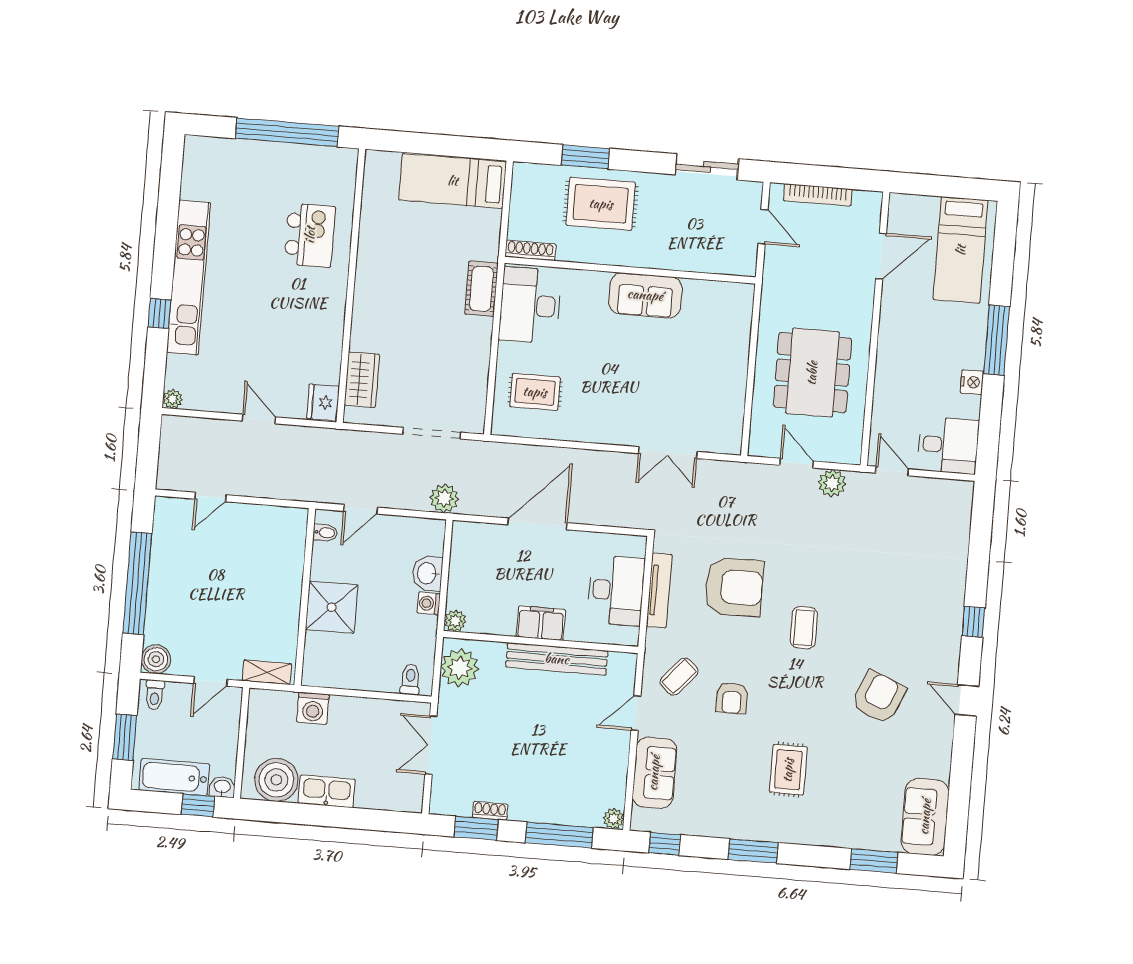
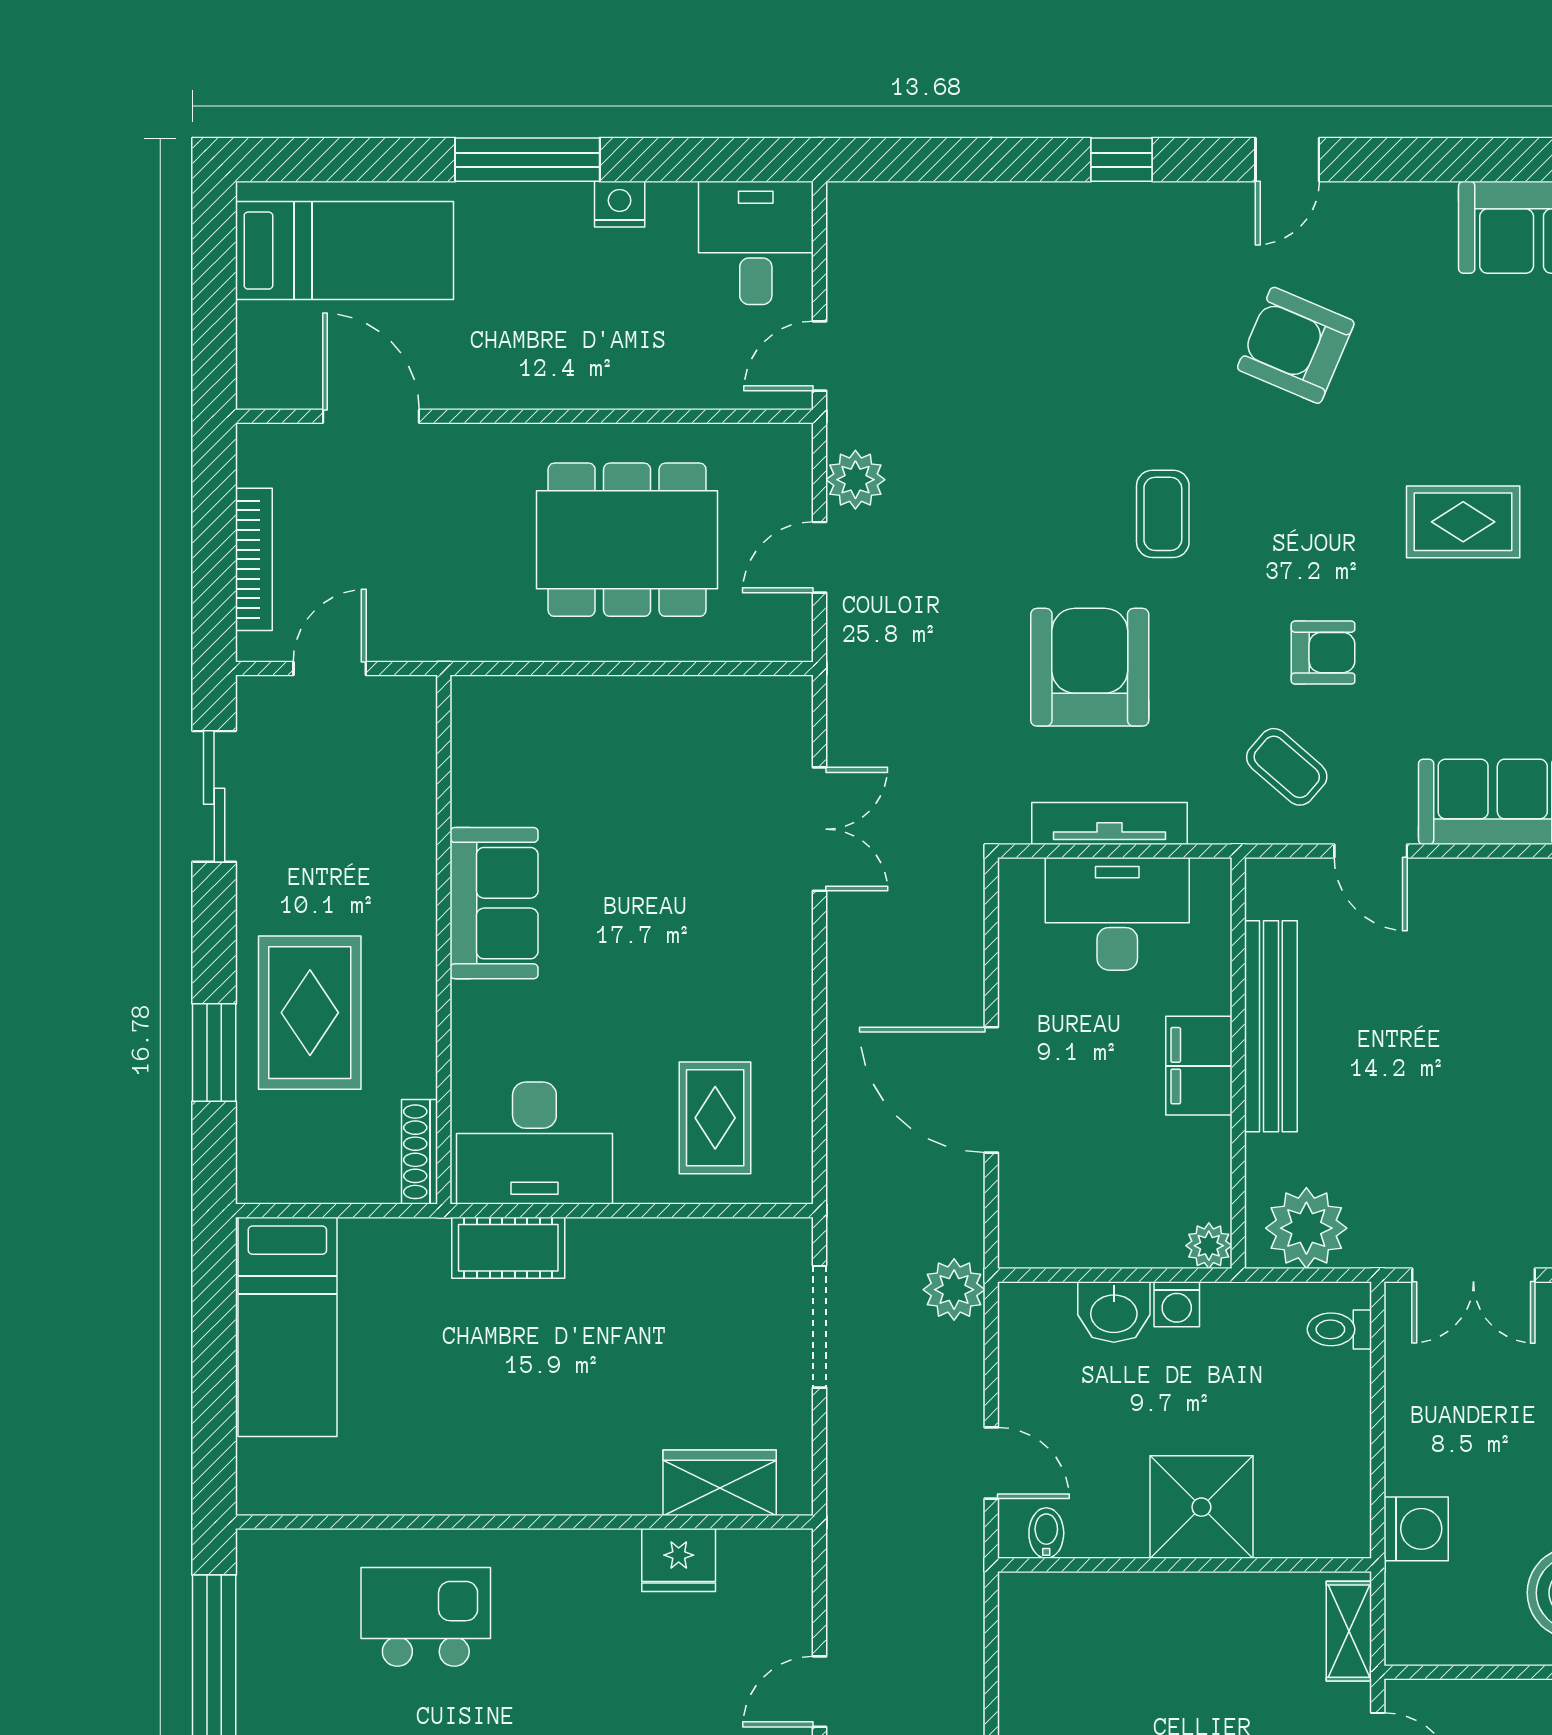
fridge: (323, 402) -> (679, 1560), moved
coffee table: (804, 628) -> (1163, 514), turned 90

